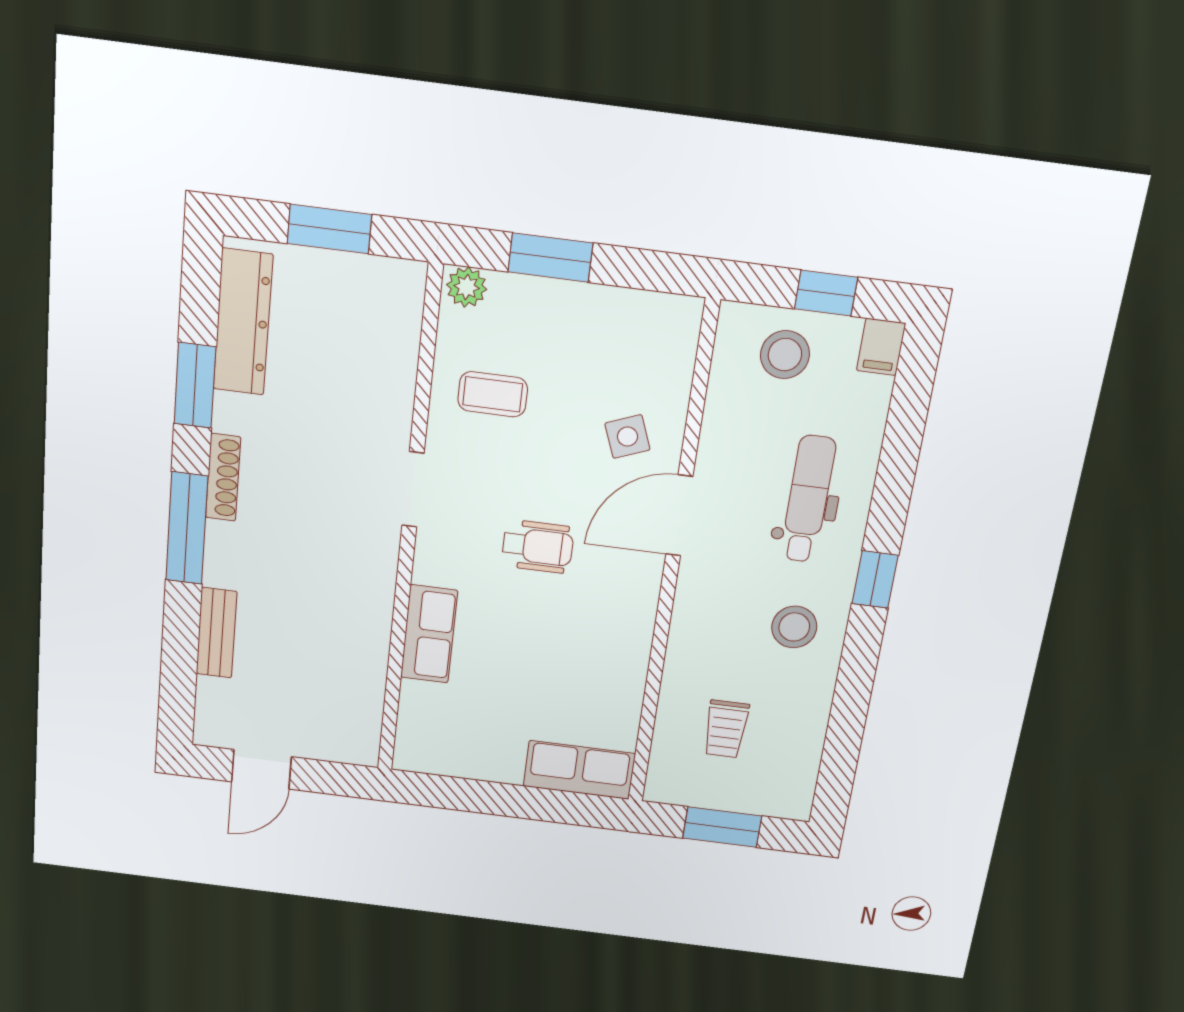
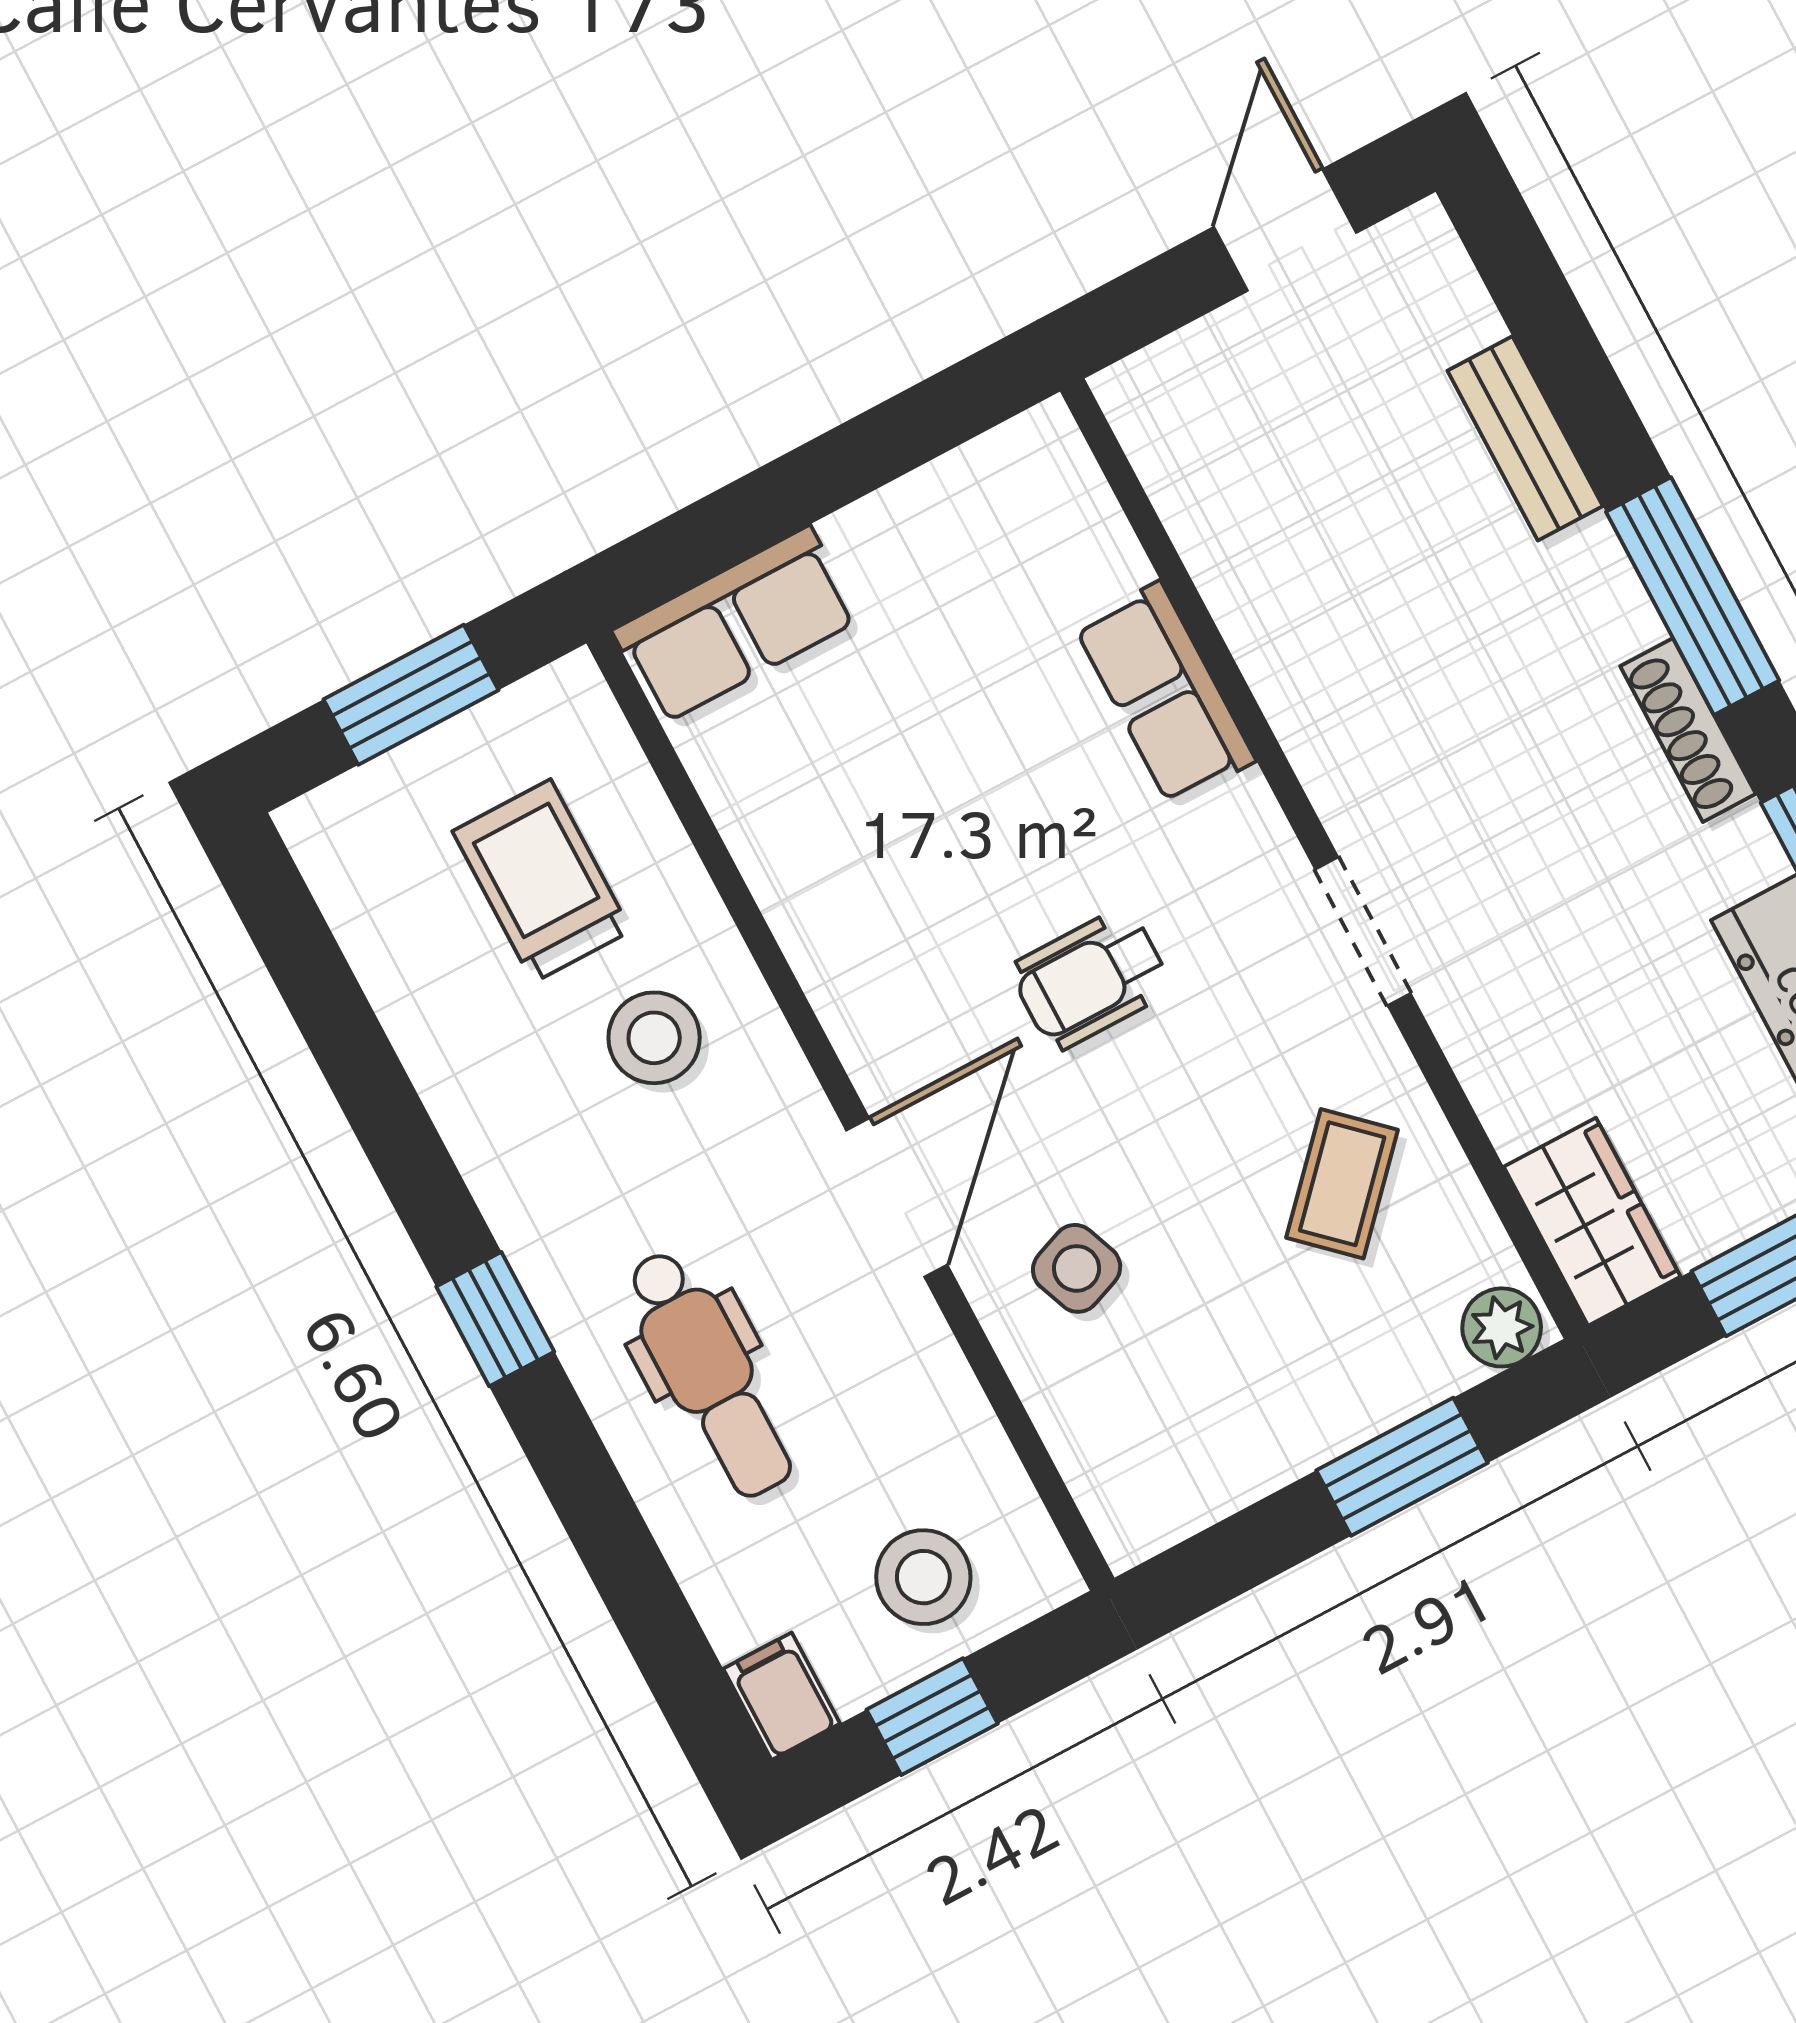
wardrobe: (397, 305) -> (1592, 1222), added
coffee table: (493, 394) -> (1342, 1184), turned -47
stool: (794, 627) -> (654, 1038), moved
trolley: (726, 729) -> (542, 881), width x1.36, depth x1.39

